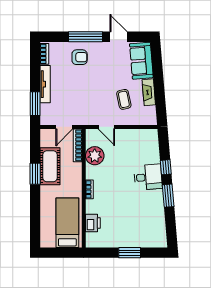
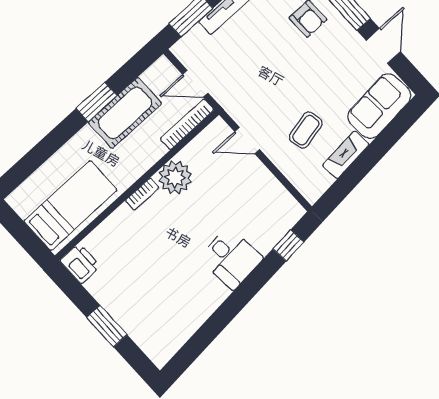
door: (106, 127) -> (247, 141), hinge flipped
plant: (95, 156) -> (175, 177), moved
window: (166, 167) -> (289, 245), moved
window: (168, 196) -> (231, 308), removed
printer: (93, 223) -> (80, 263), moved, turned -90

